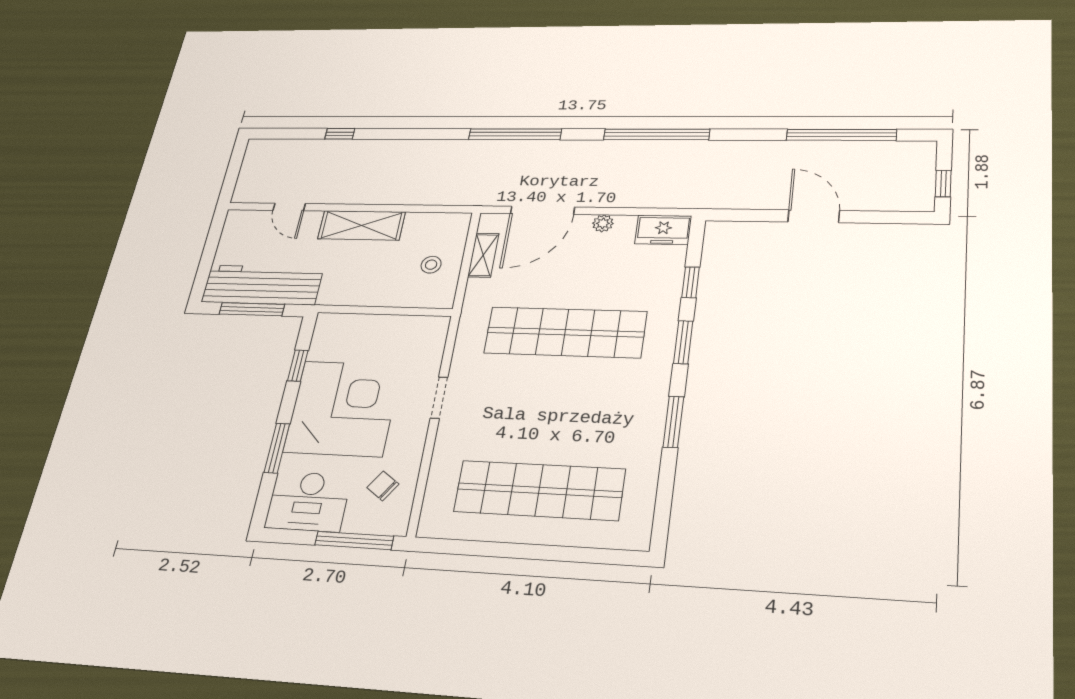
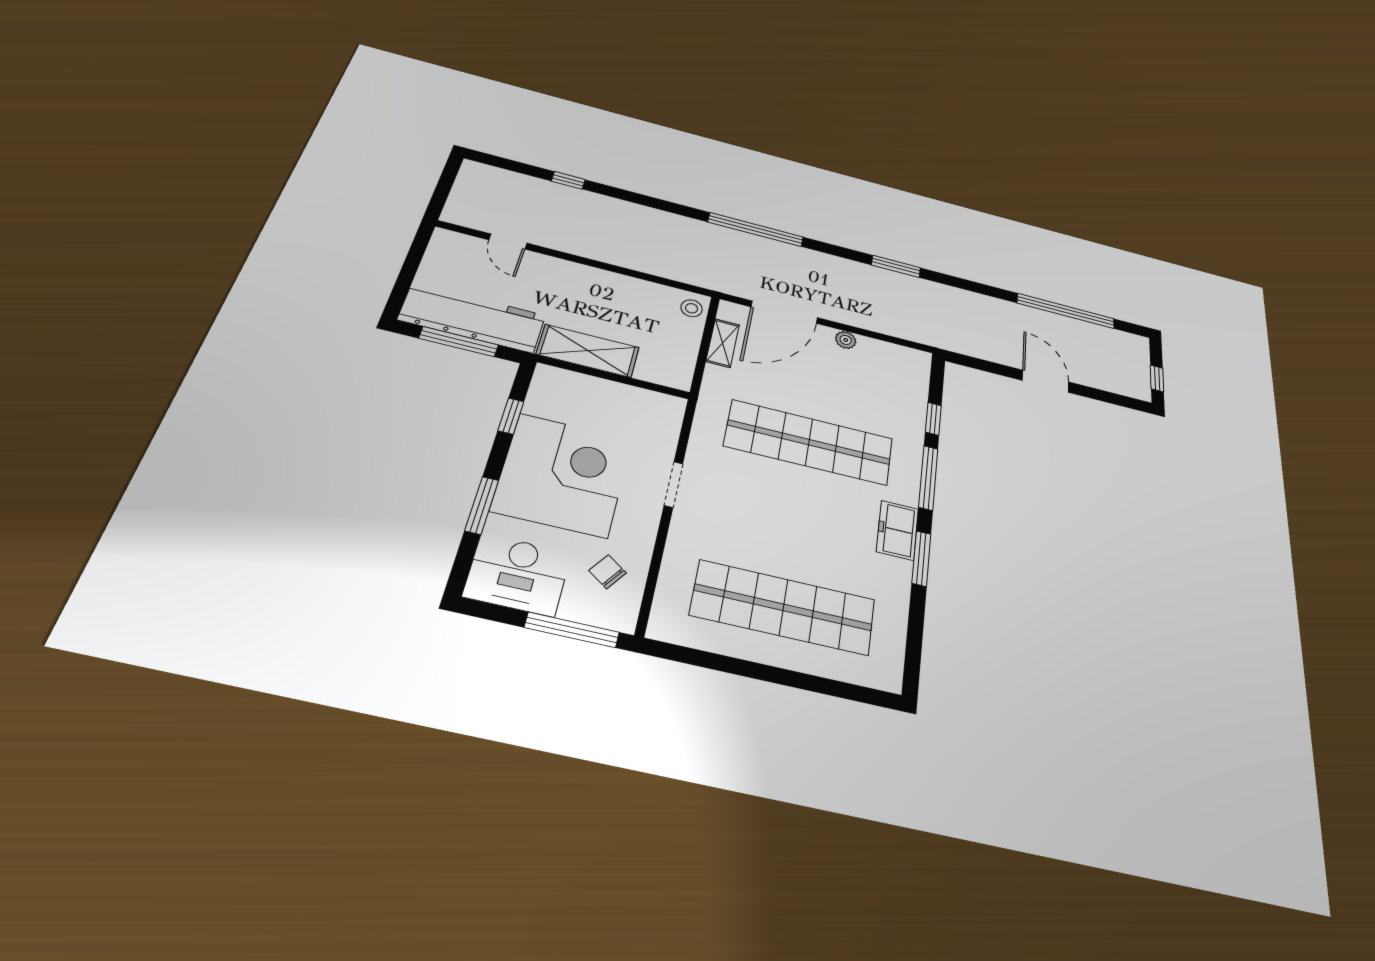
window: (657, 134) -> (896, 266), width x0.47
shelving: (361, 225) -> (588, 351), moved
freezer: (663, 230) -> (897, 530), moved, turned 90
stool: (431, 265) -> (692, 308), moved
window: (683, 342) -> (928, 478), width x1.44

